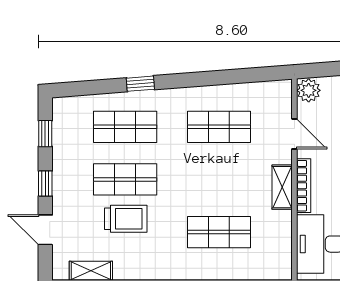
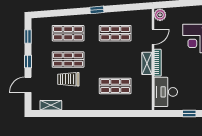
window: (140, 84) -> (97, 10), moved
door: (294, 134) -> (153, 37), hinge flipped
trolley: (126, 219) -> (68, 79), turned 180
door: (45, 230) -> (28, 85), hinge flipped

